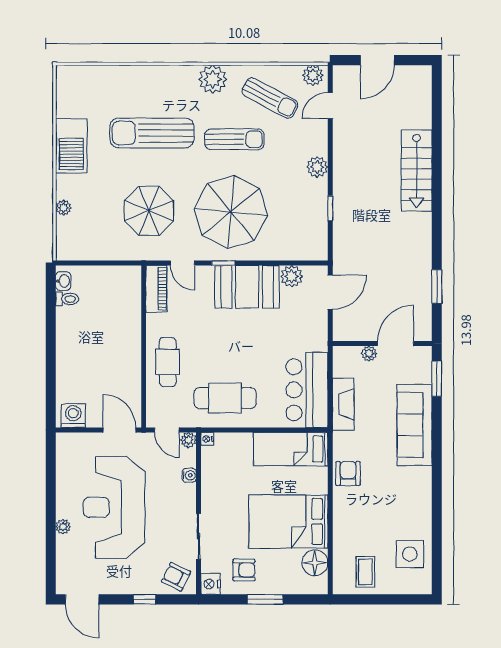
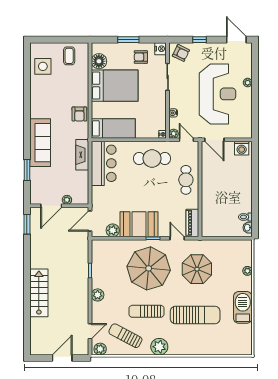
wall: (382, 344) -> (59, 206), moved
door: (396, 344) -> (51, 206), moved
plant: (369, 354) -> (67, 200), moved

